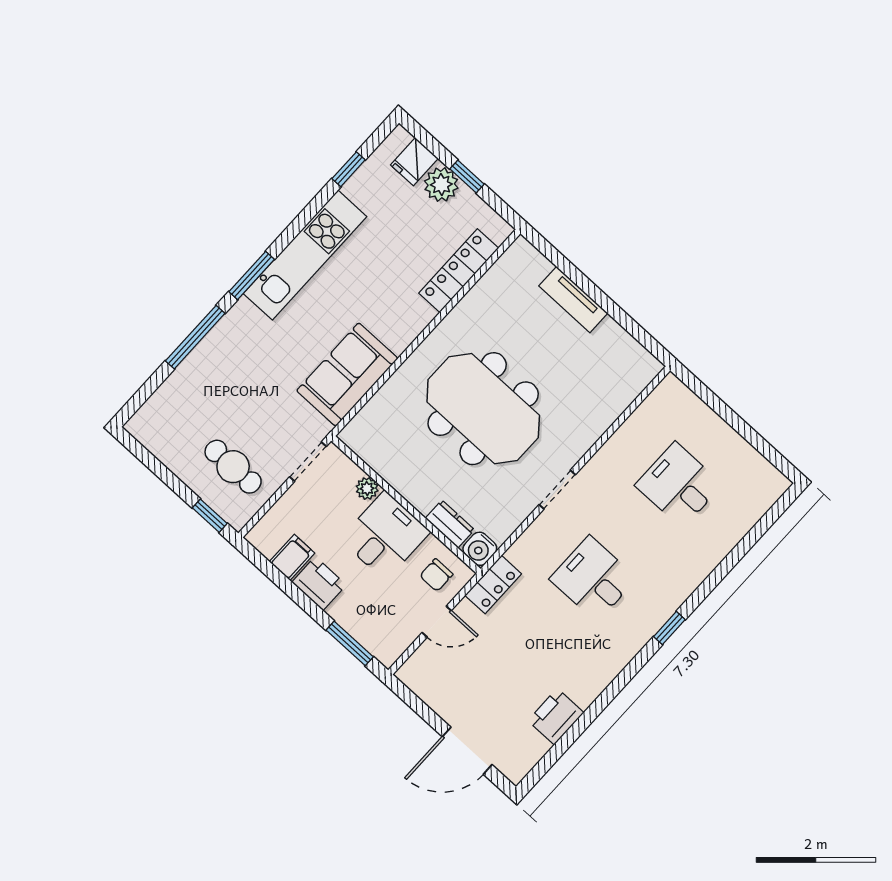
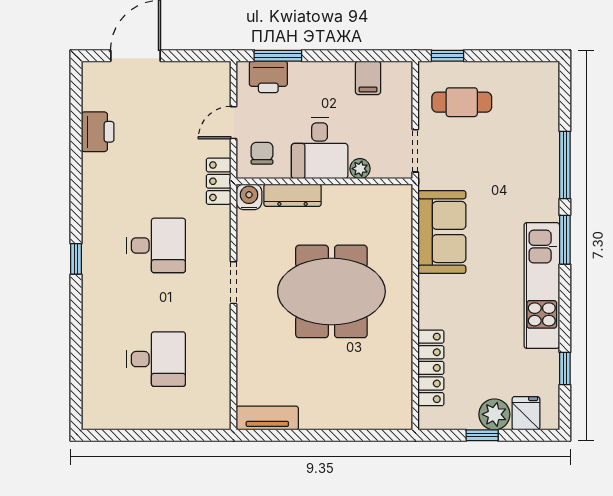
tv unit: (573, 300) -> (267, 418), moved
dresser: (450, 524) -> (293, 195), width x1.44
printer: (319, 584) -> (268, 77), moved

